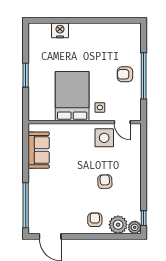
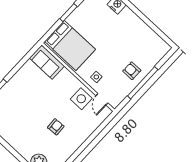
bed: (72, 96) -> (70, 45), moved, turned 90
sofa: (39, 150) -> (47, 62), moved, turned 90
armchair: (95, 220) -> (27, 145), removed

